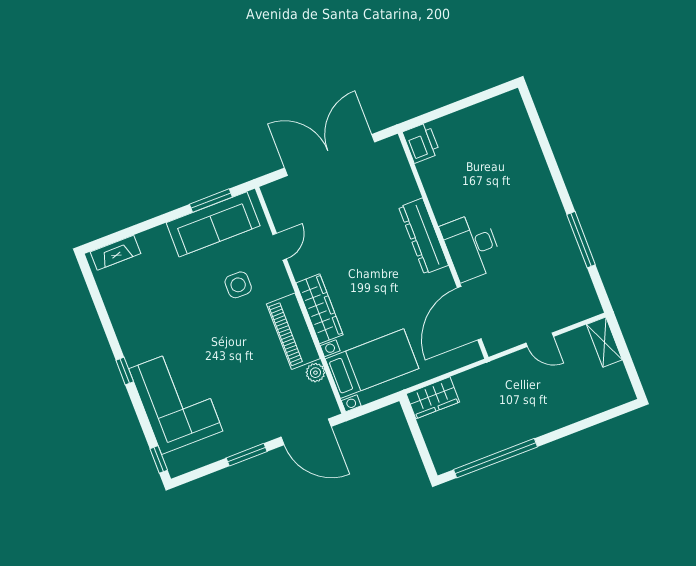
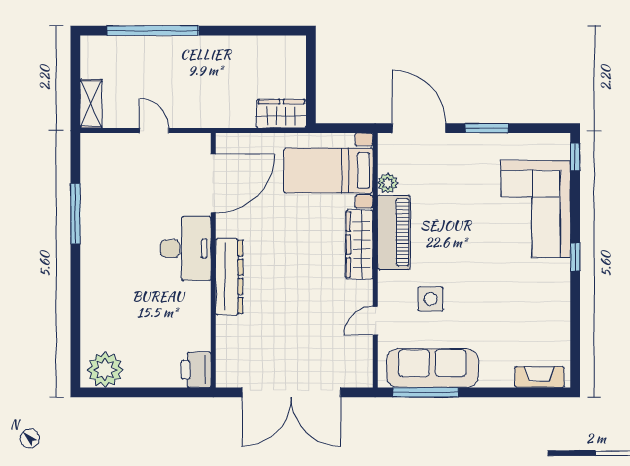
plant: (502, 112) -> (105, 370), added
window: (211, 201) -> (426, 392), width x1.44
window: (495, 458) -> (153, 31), moved

